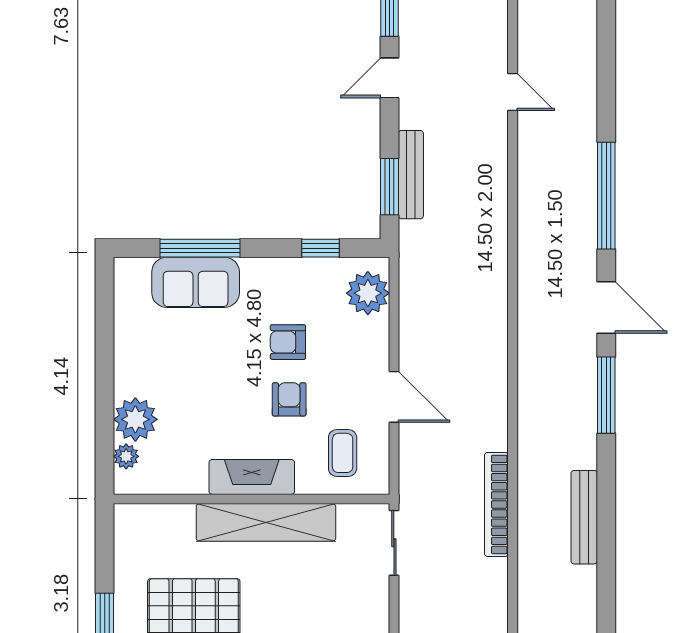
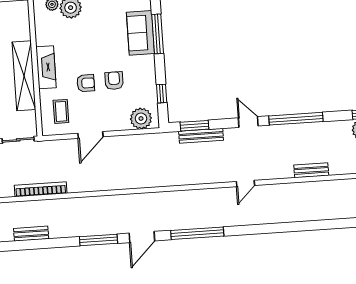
coffee table: (343, 453) -> (61, 111), turned 90
bench: (584, 517) -> (31, 234), width x0.73

